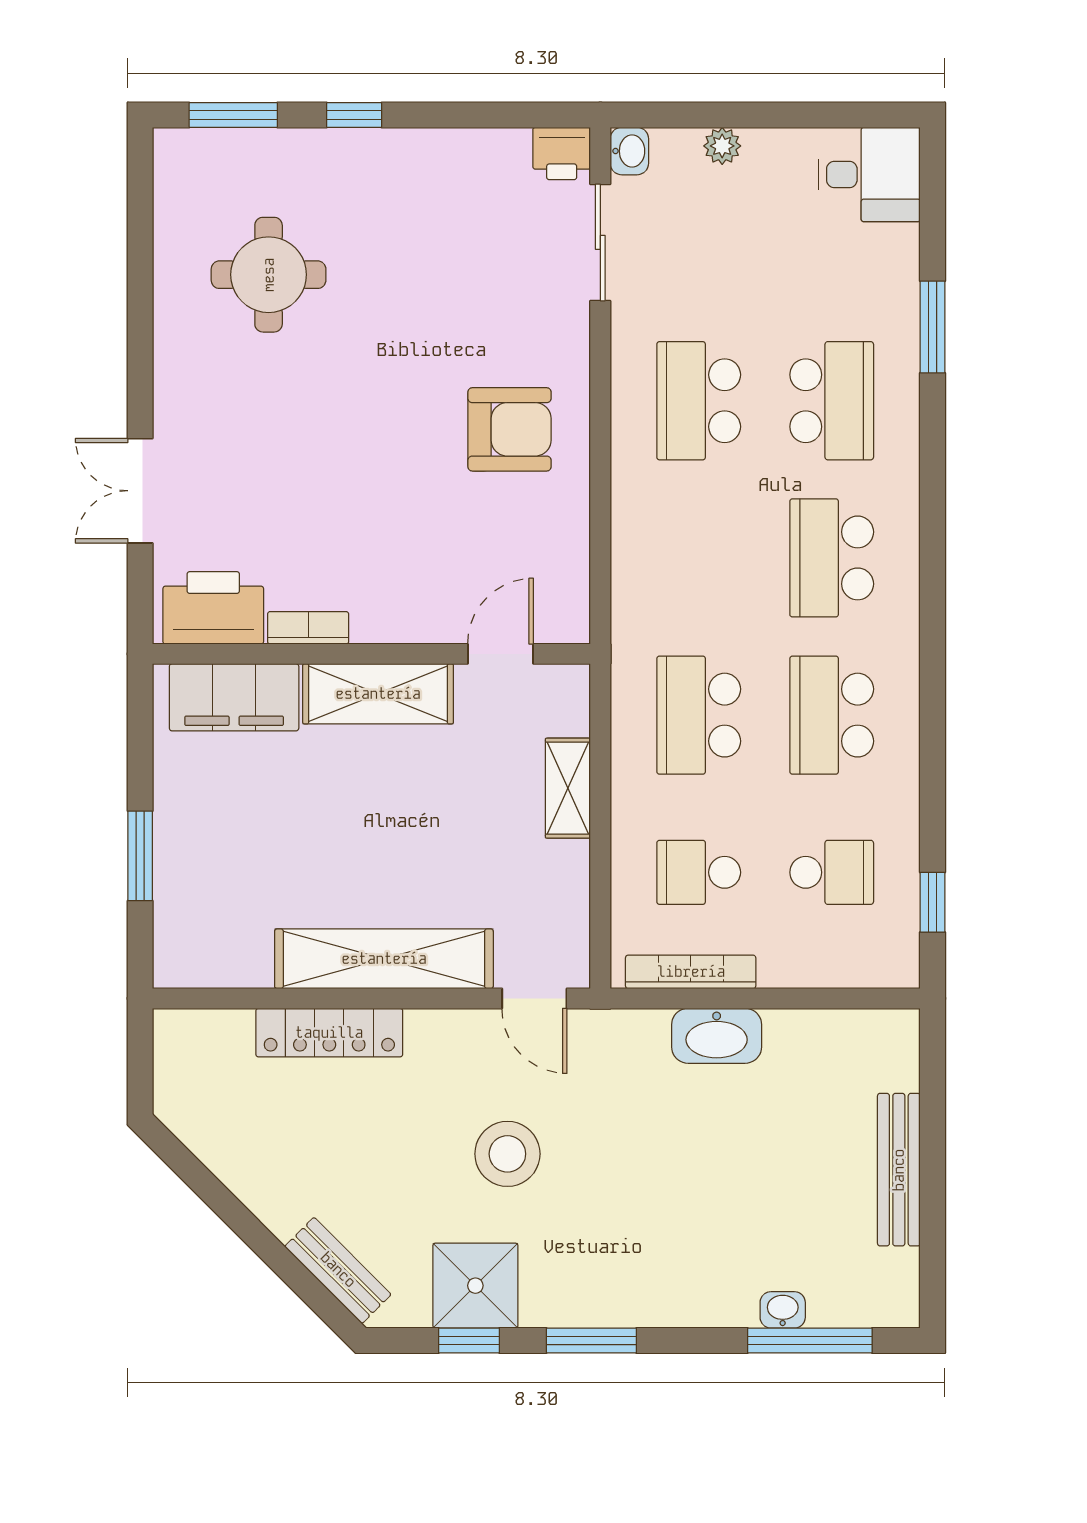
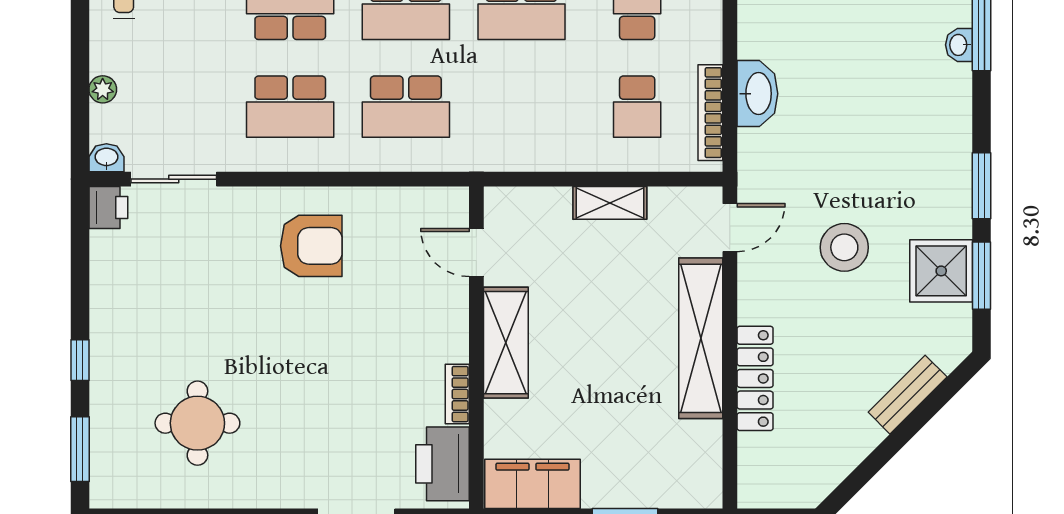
armchair: (509, 429) -> (311, 246), turned 90
filing cabinet: (234, 697) -> (532, 484), moved, turned -90
school desk: (699, 715) -> (406, 107), moved
shelving: (568, 788) -> (610, 203), moved
bench: (338, 1270) -> (908, 395), moved
window: (469, 1340) -> (982, 276), width x1.50

